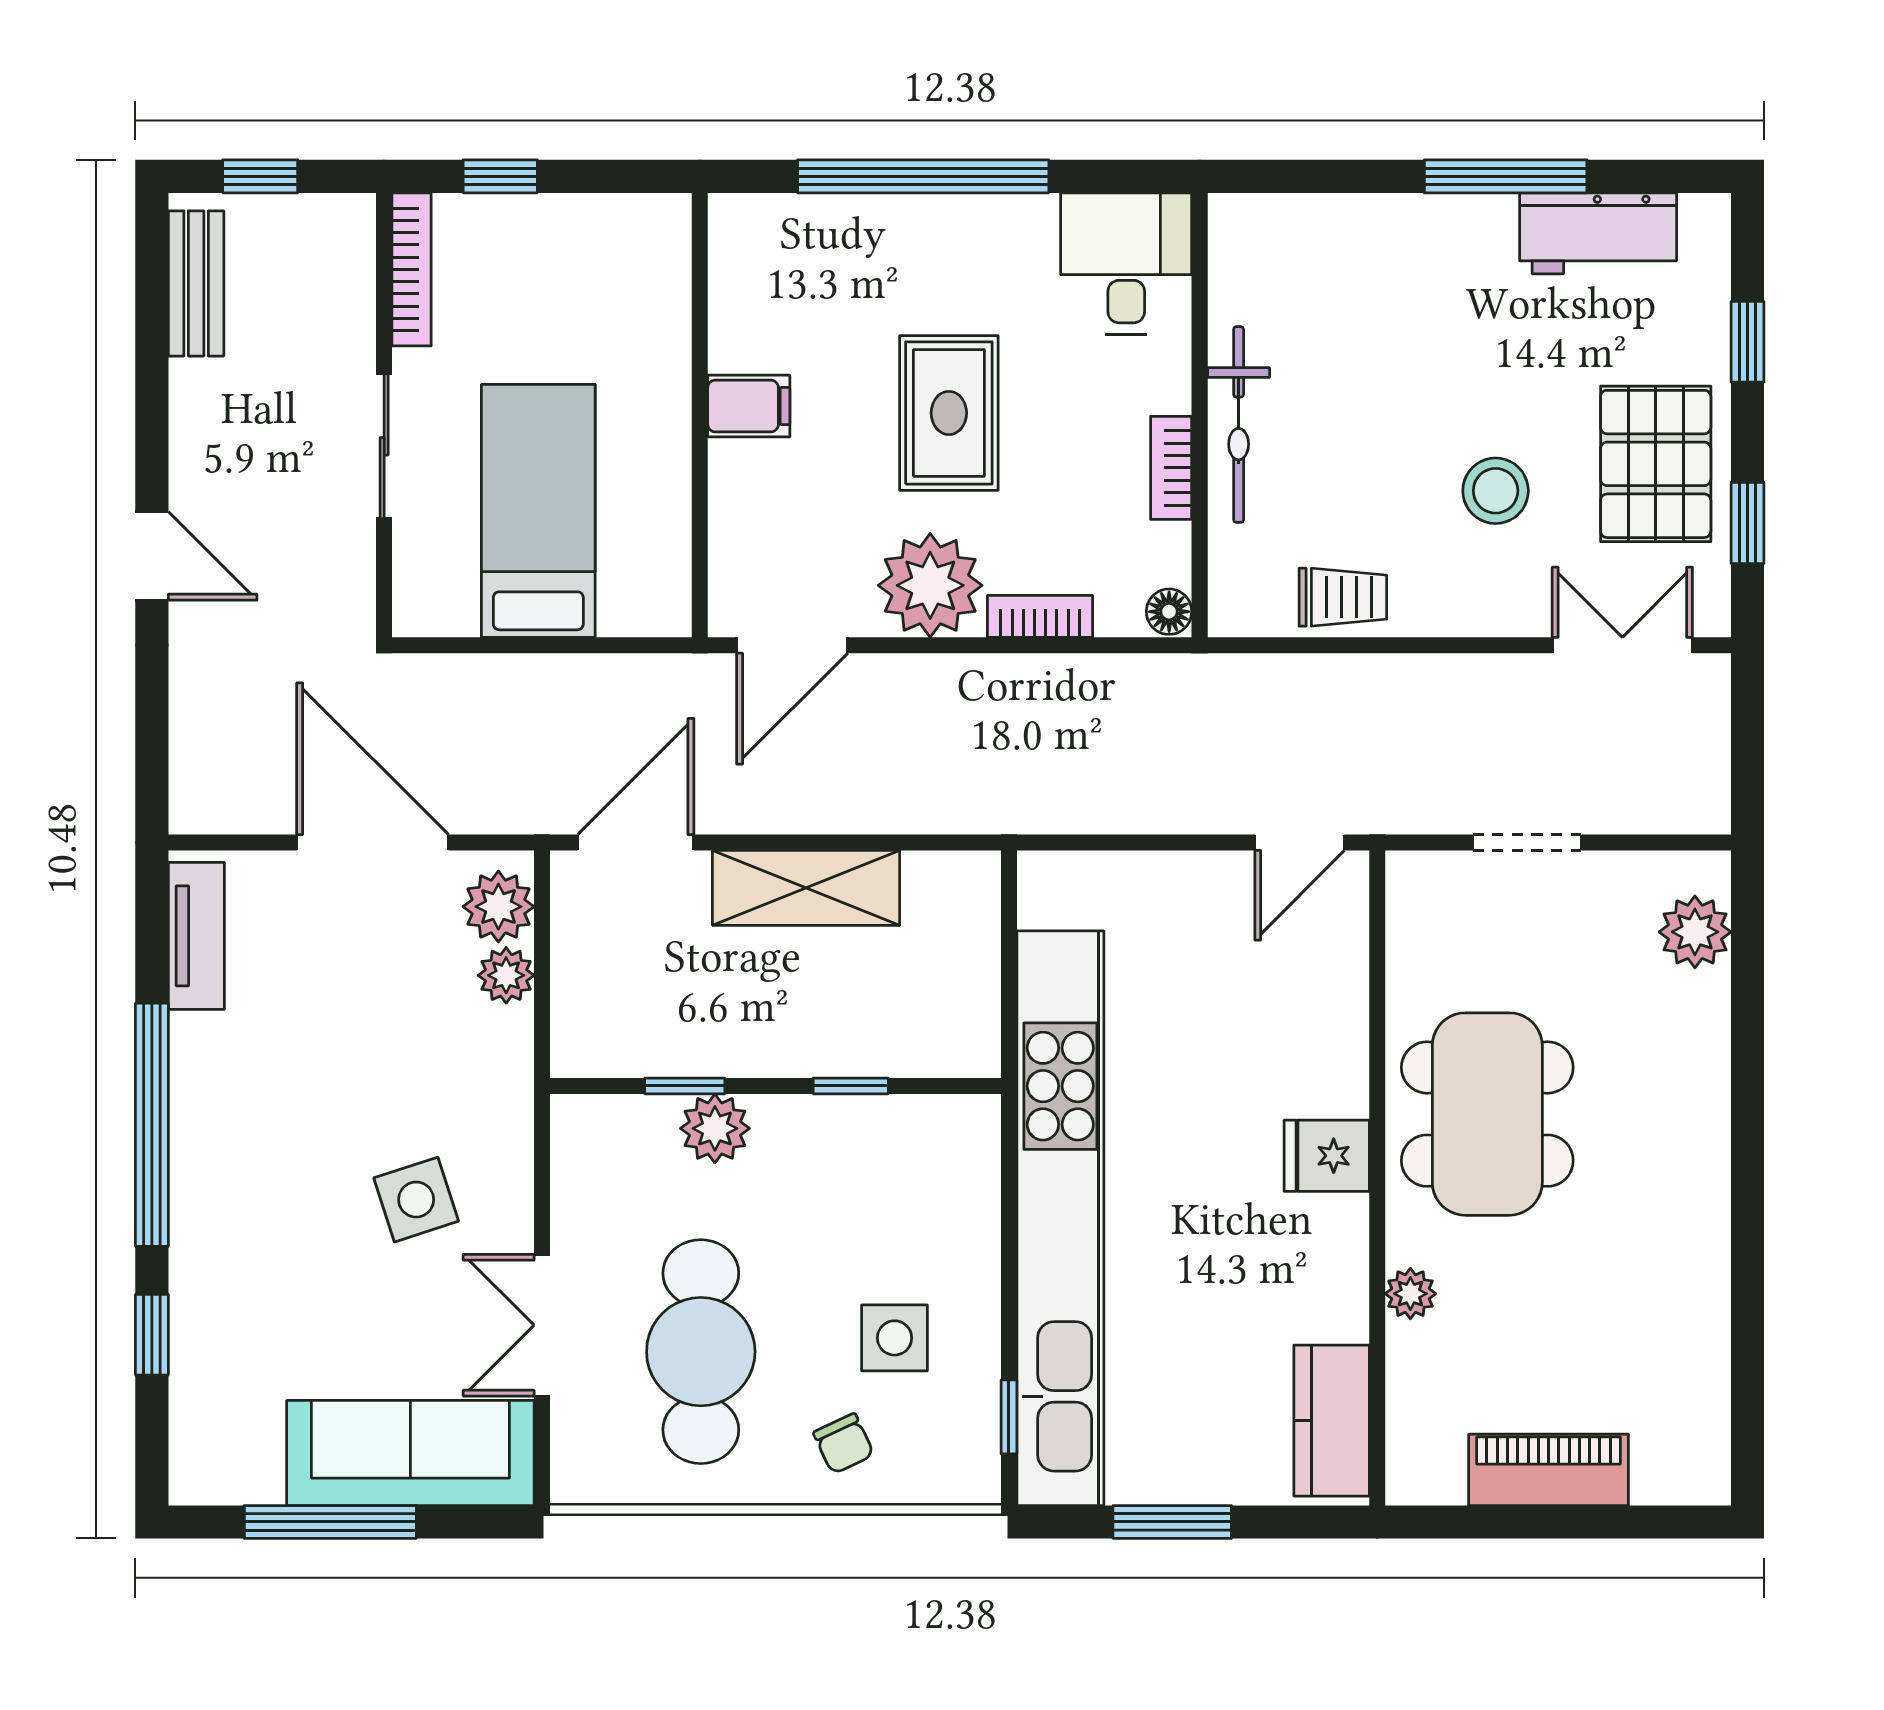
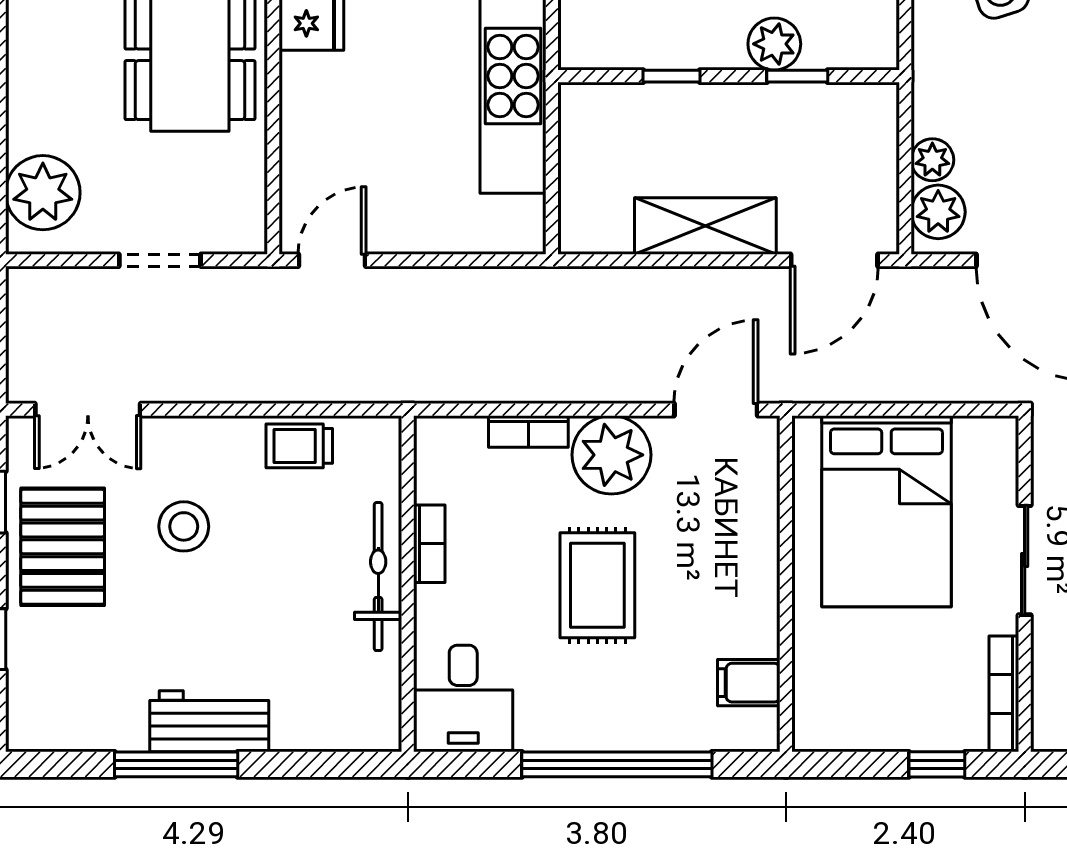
workbench: (1598, 233) -> (209, 721), moved
filing cabinet: (749, 406) -> (749, 683), moved
bed: (538, 511) -> (886, 511), width x1.50
floor lamp: (1169, 612) -> (431, 435), removed
plant: (1695, 932) -> (43, 193), width x1.36, depth x1.36

